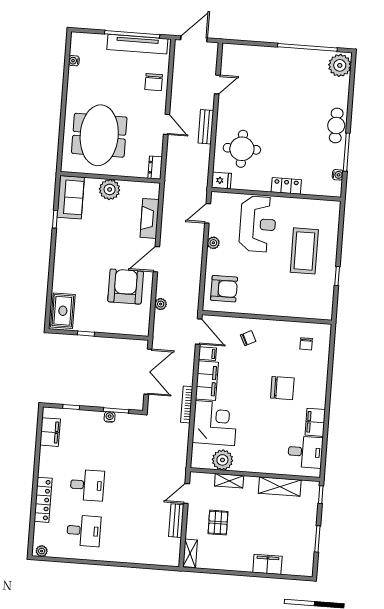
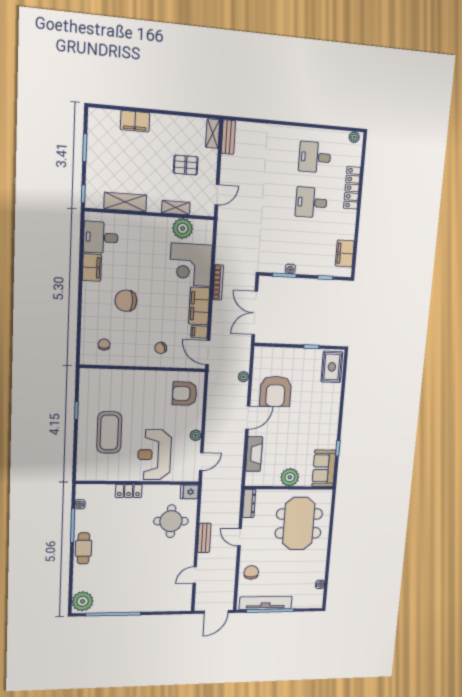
dresser: (155, 168) -> (249, 503), width x1.44
bench: (176, 521) -> (228, 137), moved
pallet: (218, 523) -> (186, 165), turned 90

